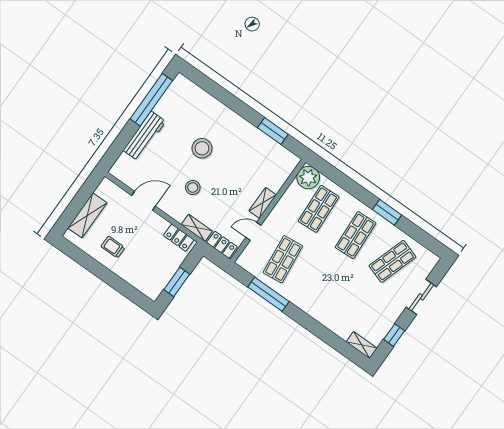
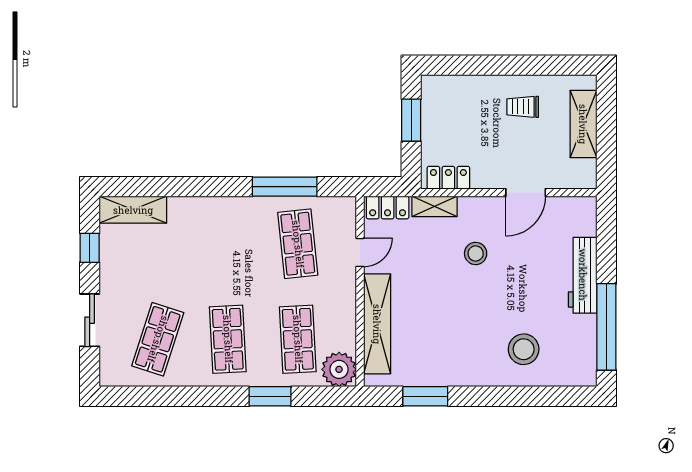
stool: (202, 148) -> (524, 349), moved
shelving: (263, 203) -> (377, 324), width x2.20, depth x1.33
window: (387, 212) -> (270, 396), moved
trolley: (113, 247) -> (523, 107), turned 180
shelving: (362, 345) -> (133, 210), width x1.50, depth x1.33

